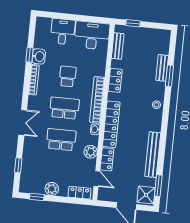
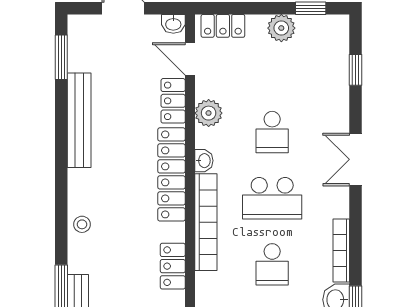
school desk: (61, 140) -> (272, 132), width x0.54
shower: (146, 195) -> (85, 35), removed
washbasin: (103, 196) -> (173, 24), added

